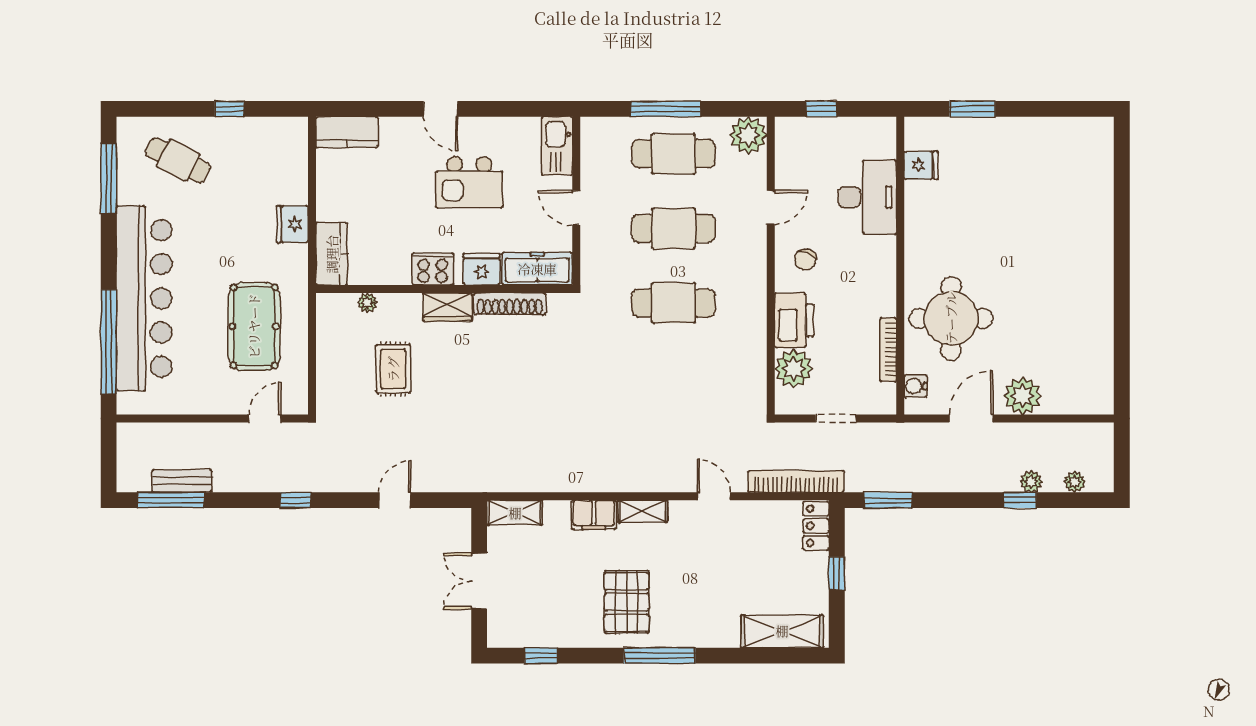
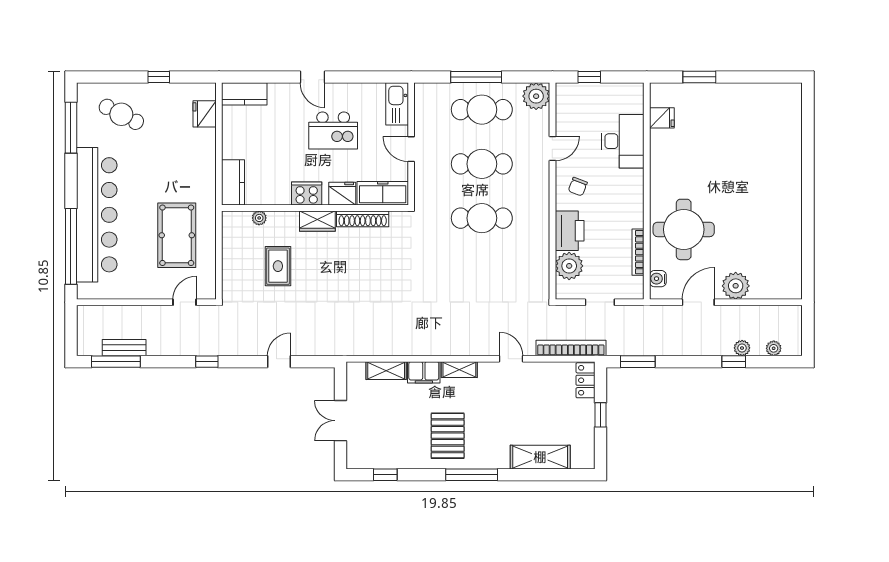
fridge: (292, 224) -> (205, 114), moved
shelving: (515, 513) -> (386, 371), moved
shelving: (782, 631) -> (540, 457), moved

